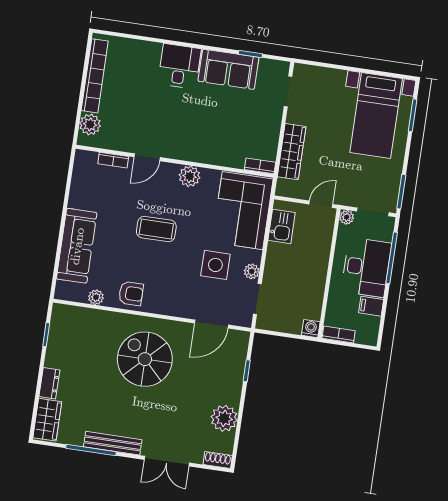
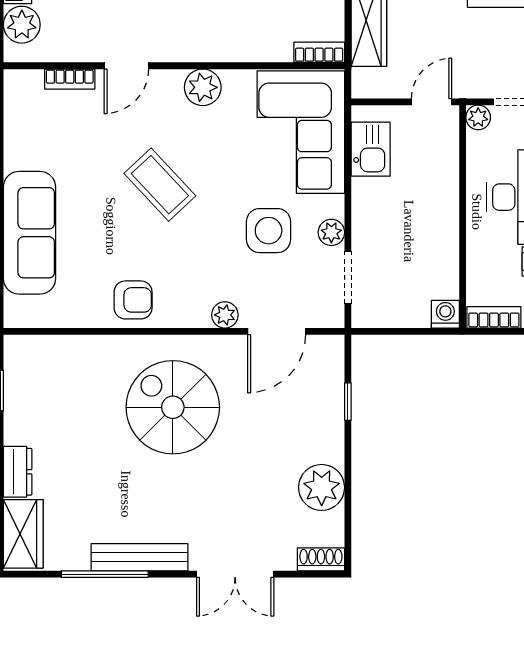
coffee table: (156, 229) -> (160, 185), turned 47
plant: (96, 297) -> (225, 315), moved

